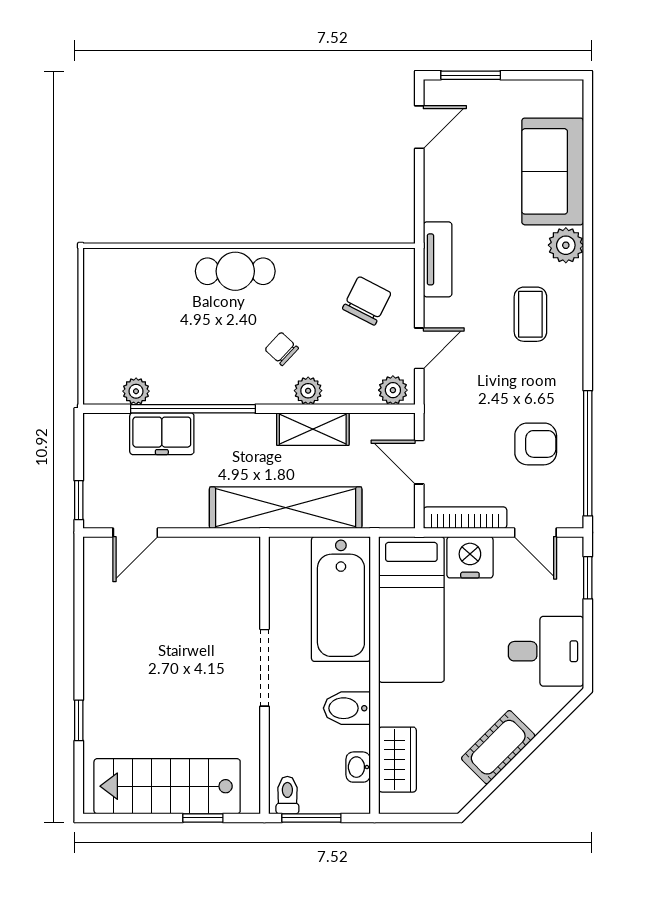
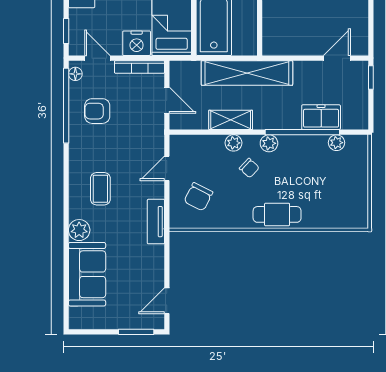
plant: (393, 390) -> (269, 143), moved
floor lamp: (572, 506) -> (75, 74), added

